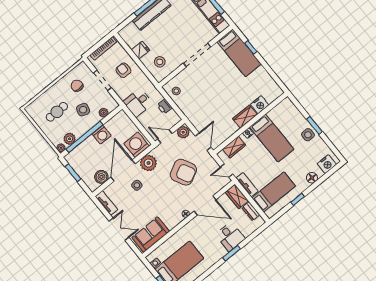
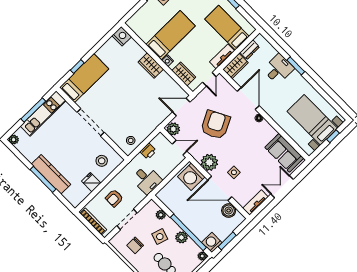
nightstand: (260, 105) -> (122, 36), moved
washing machine: (102, 135) -> (212, 242), moved, turned -90
door: (165, 136) -> (179, 148), swing flipped
plant: (70, 139) -> (181, 237), moved

